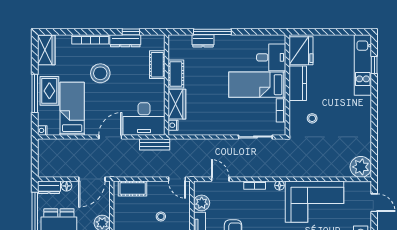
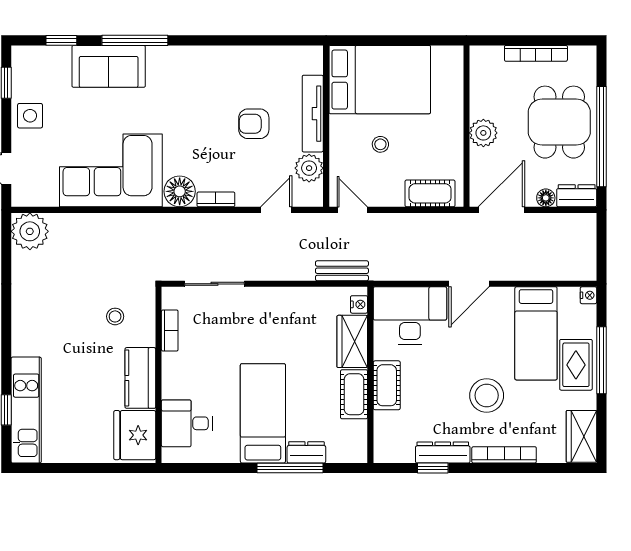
cot: (157, 65) -> (387, 385), moved
bed: (257, 85) -> (263, 413), moved, turned -90
bench: (155, 144) -> (342, 271), moved
door: (220, 179) -> (276, 210), swing flipped
floor lamp: (279, 186) -> (180, 191), width x1.89, depth x1.89

